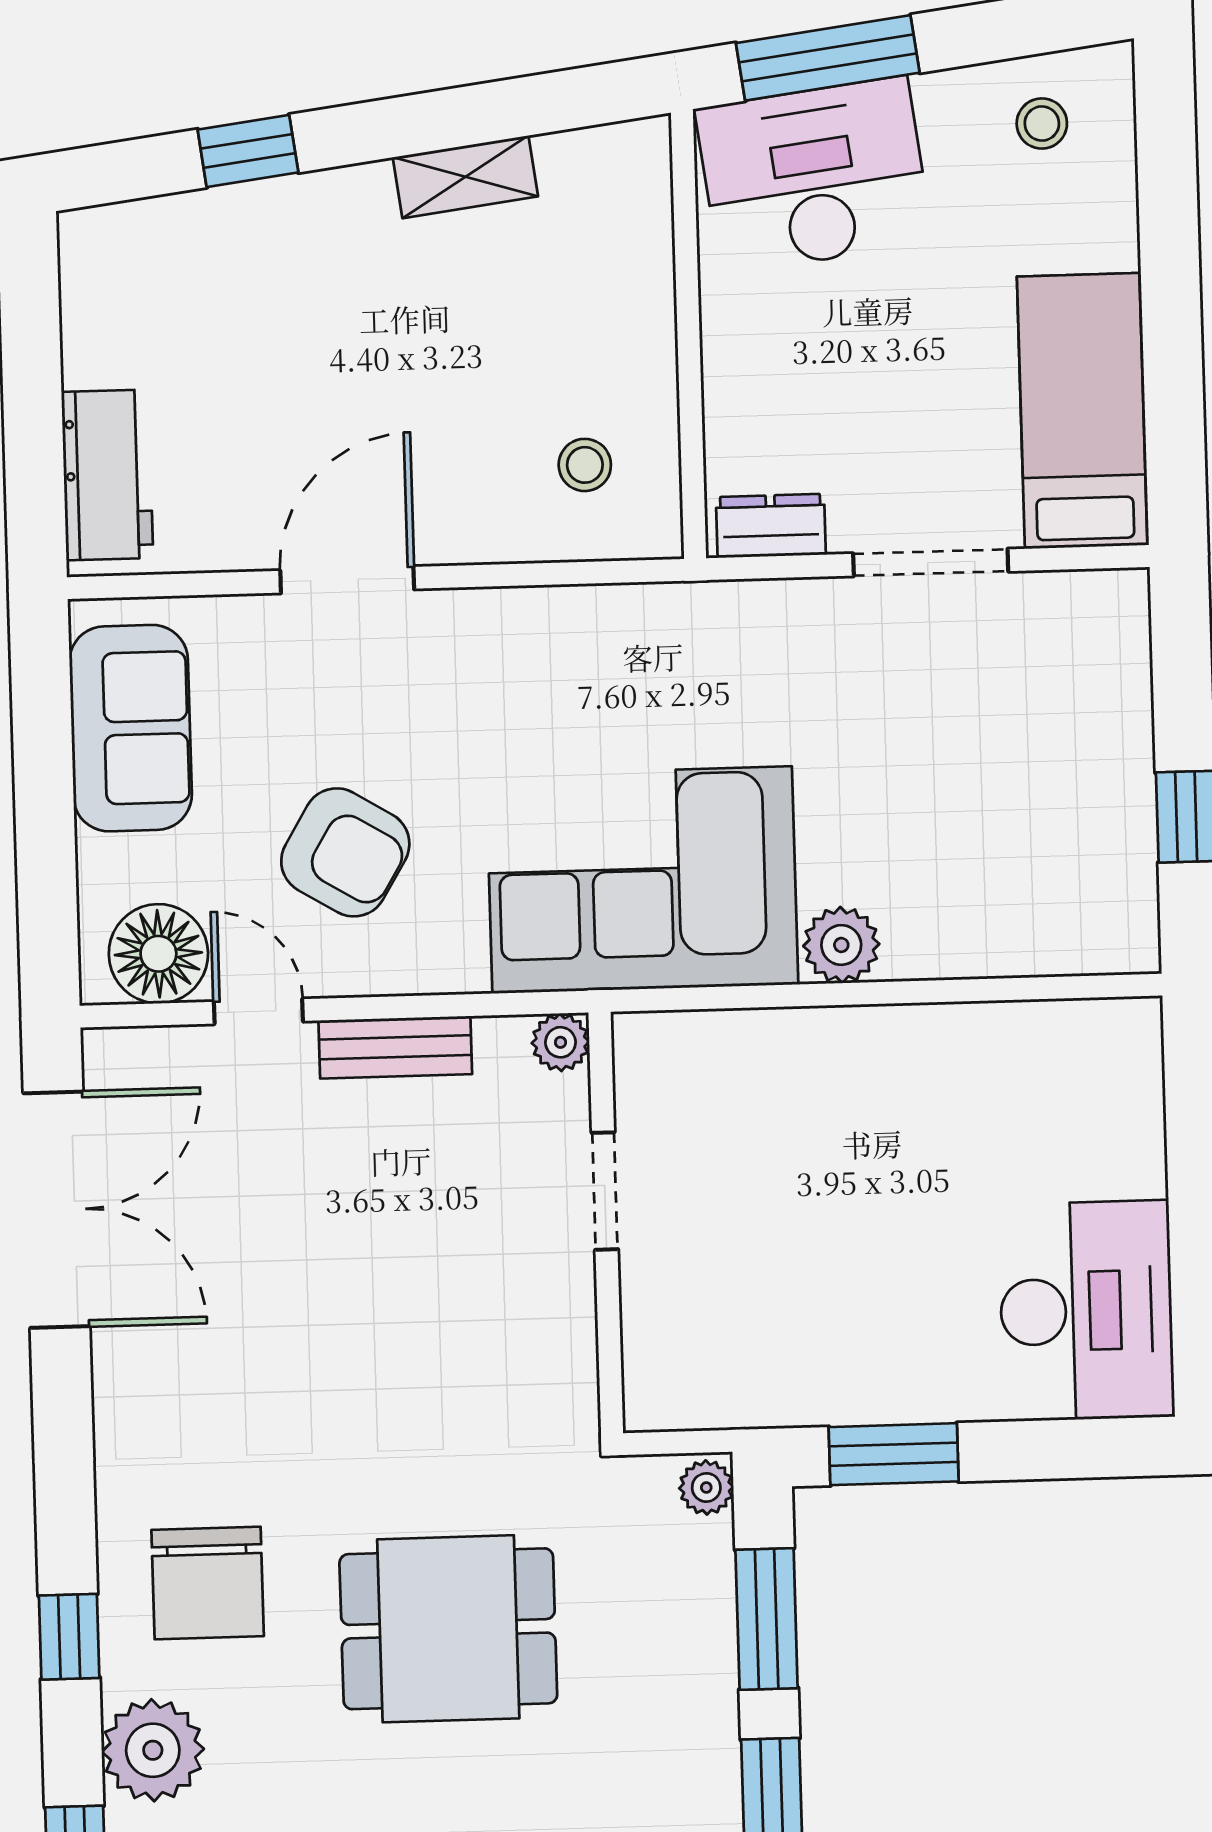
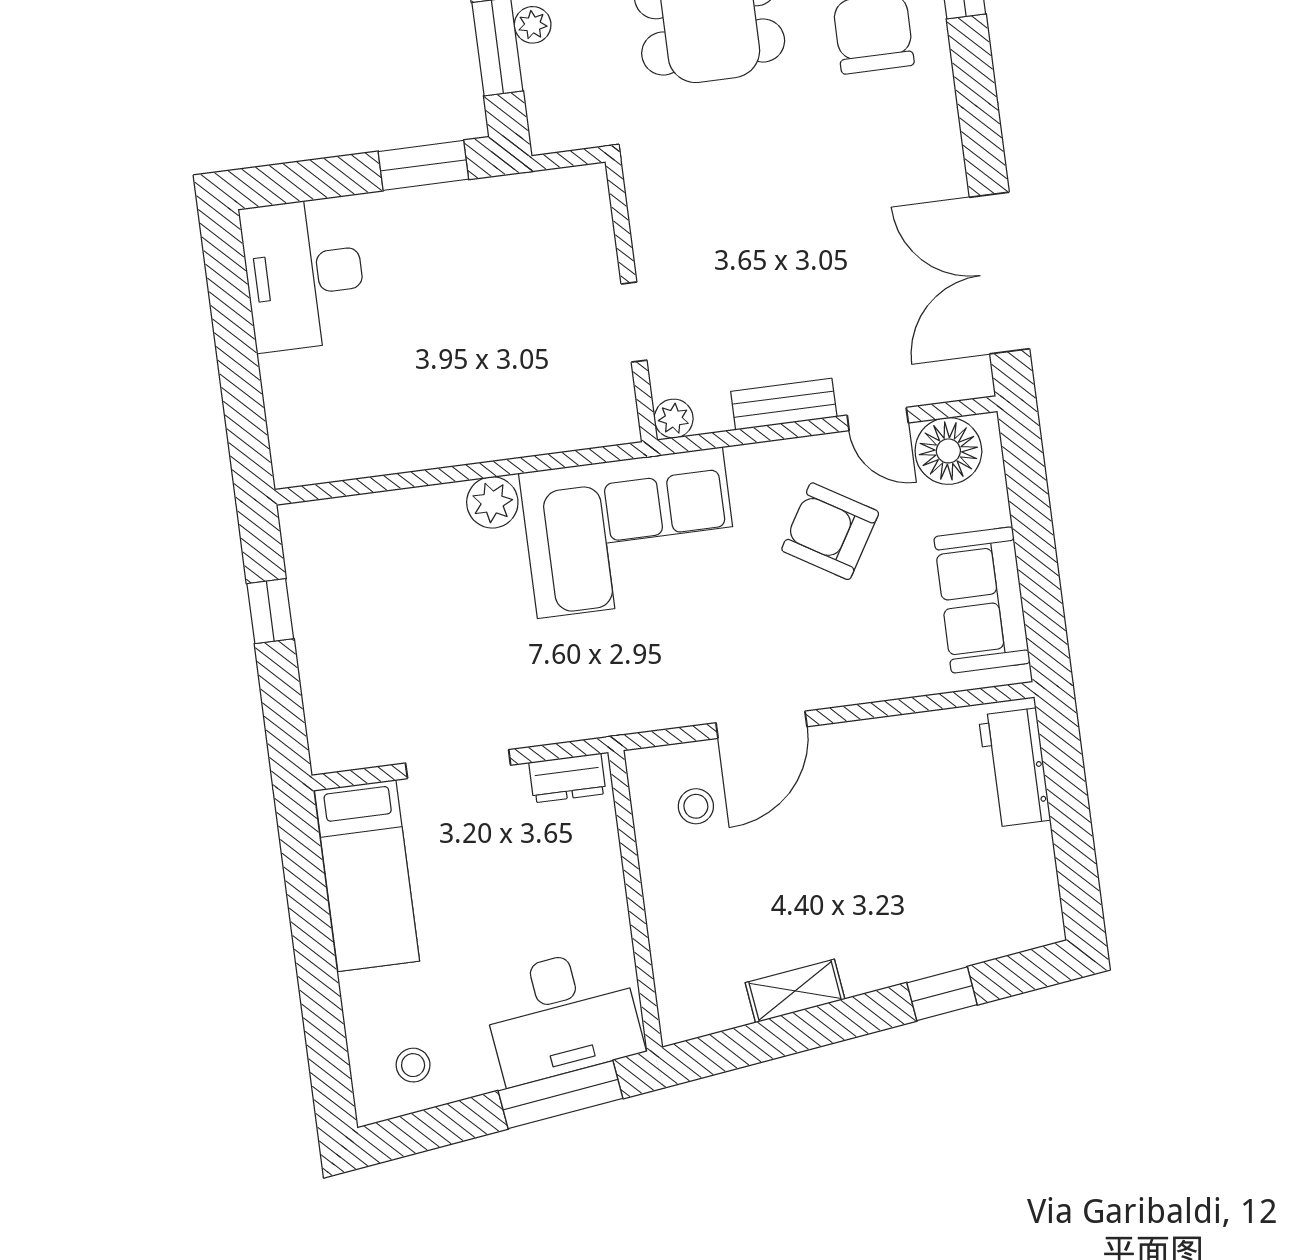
door: (347, 580) -> (761, 725), moved
plant: (706, 1487) -> (533, 25), moved

